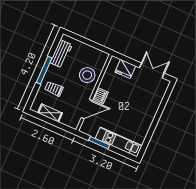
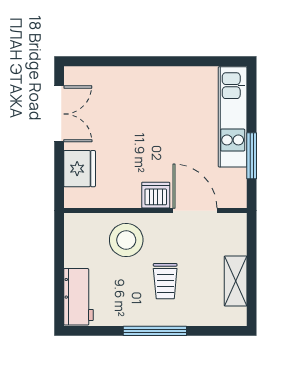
workbench: (61, 54) -> (79, 297), moved, turned 90
double door: (152, 70) -> (59, 114), swing flipped
trolley: (54, 89) -> (165, 281), moved

